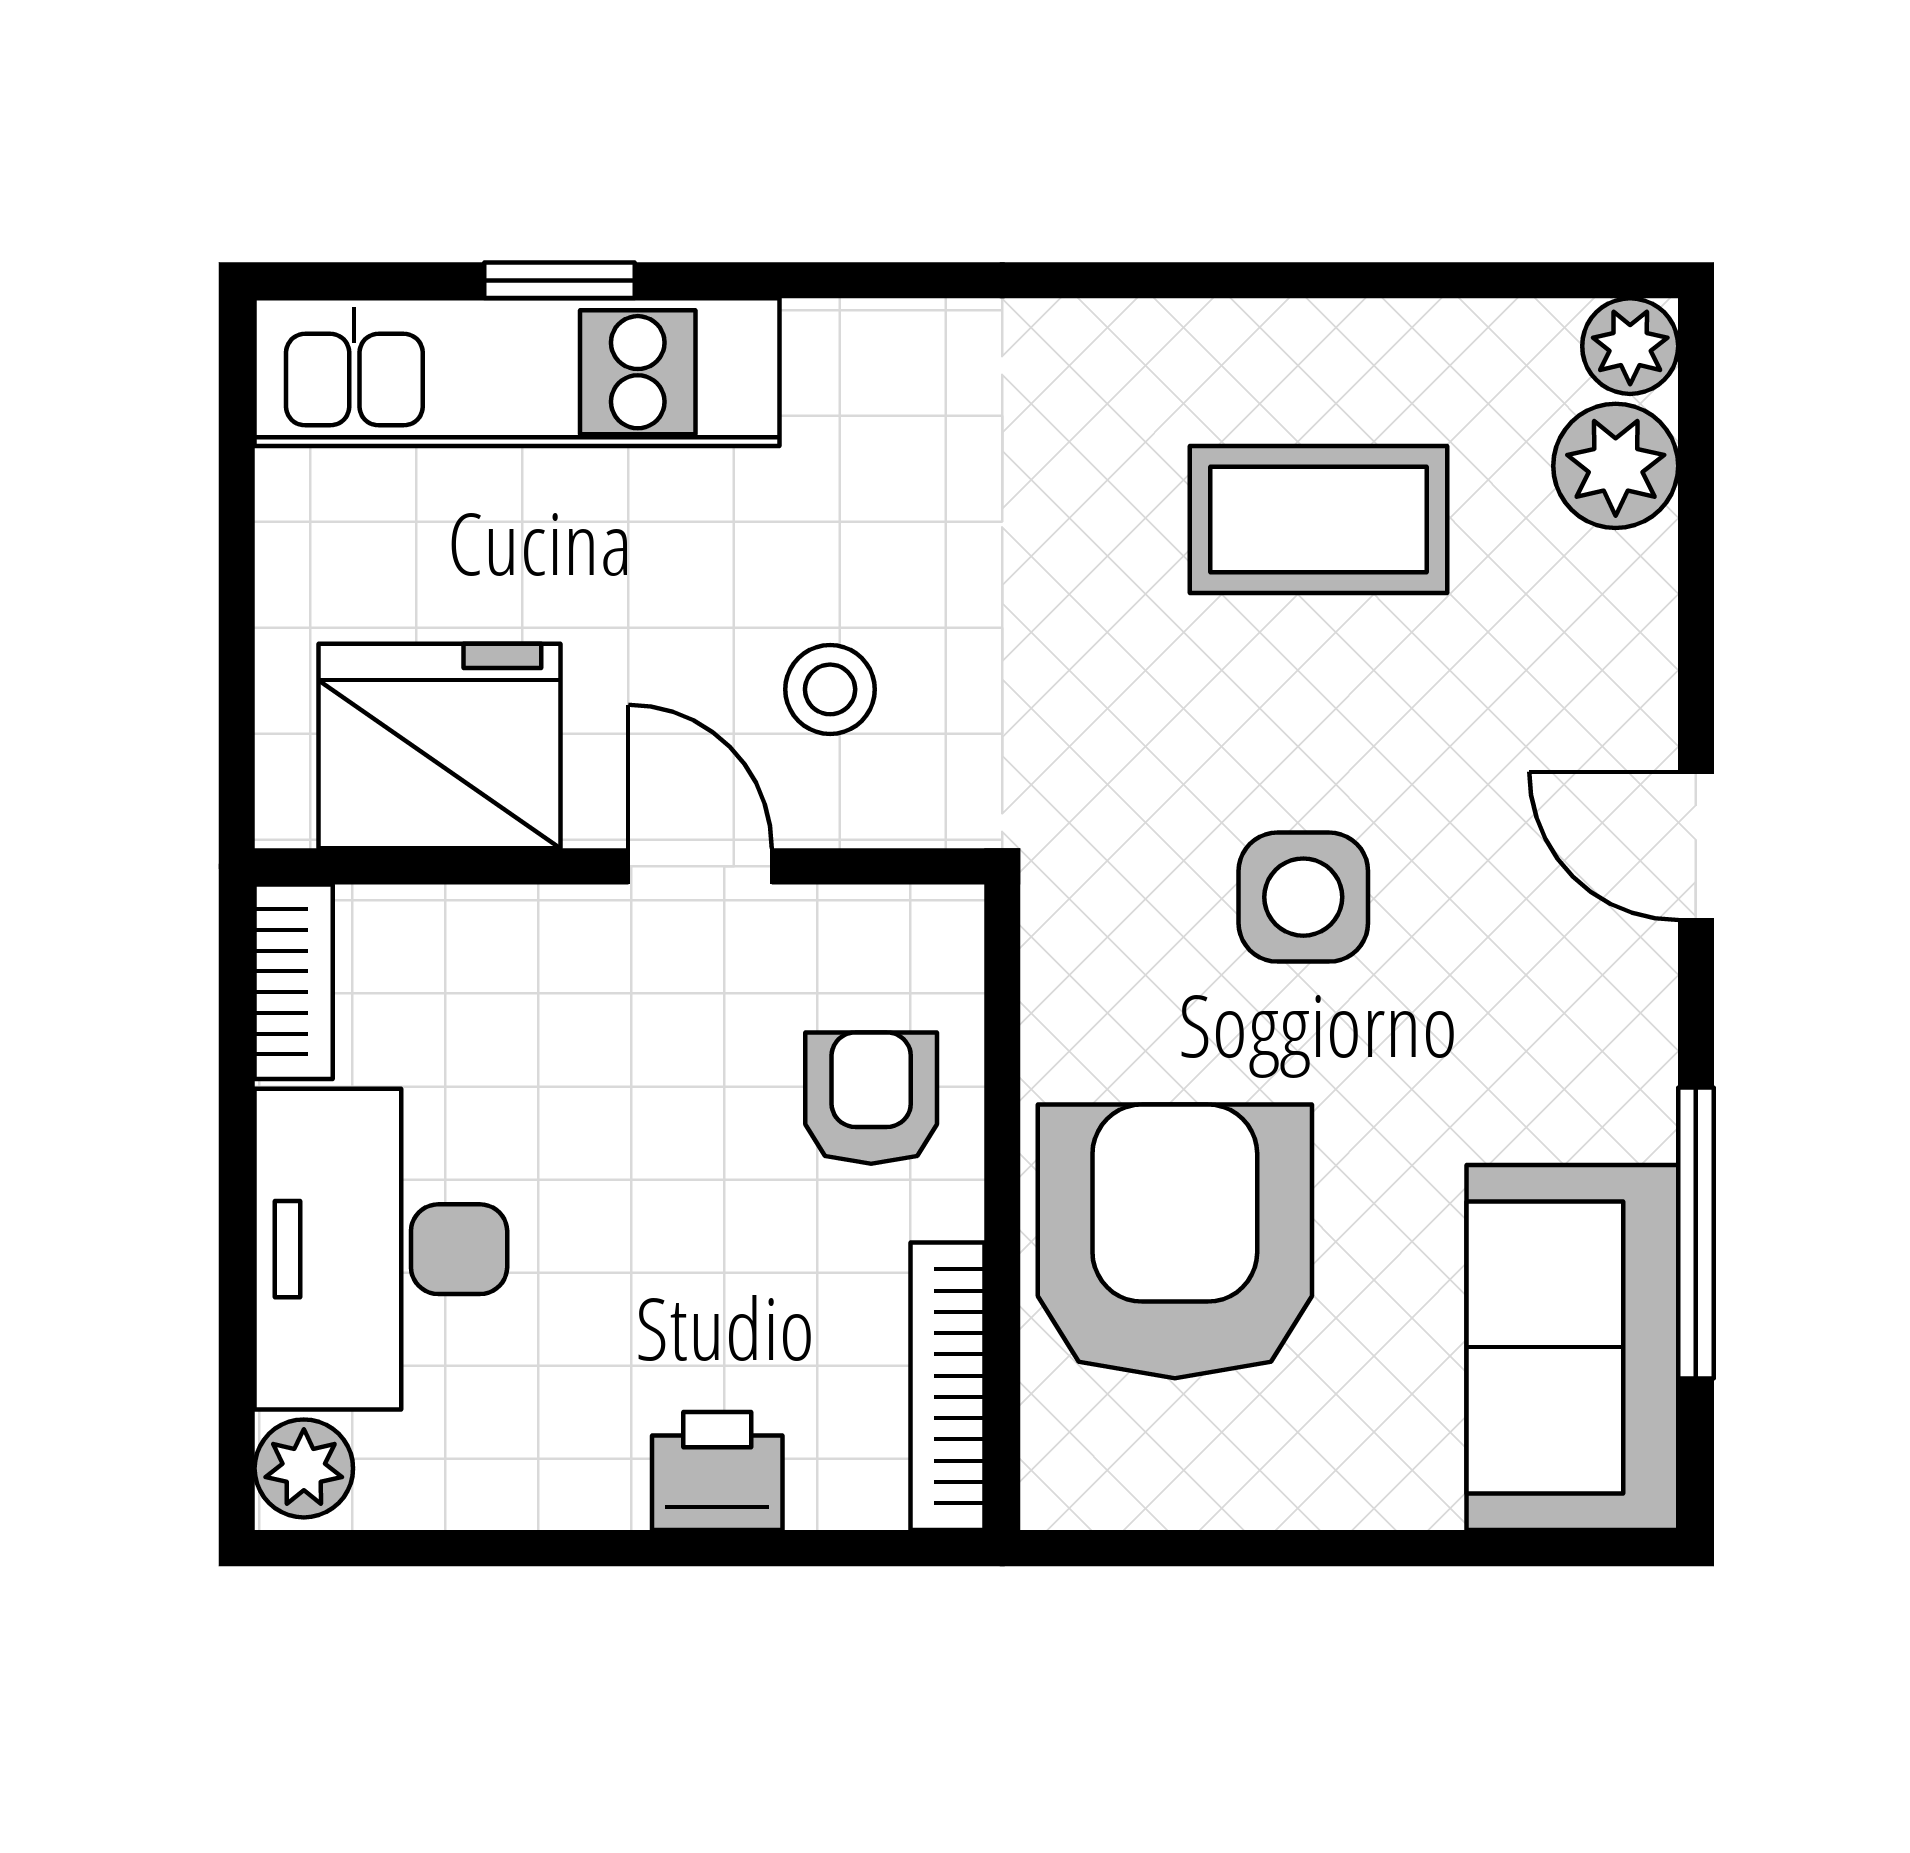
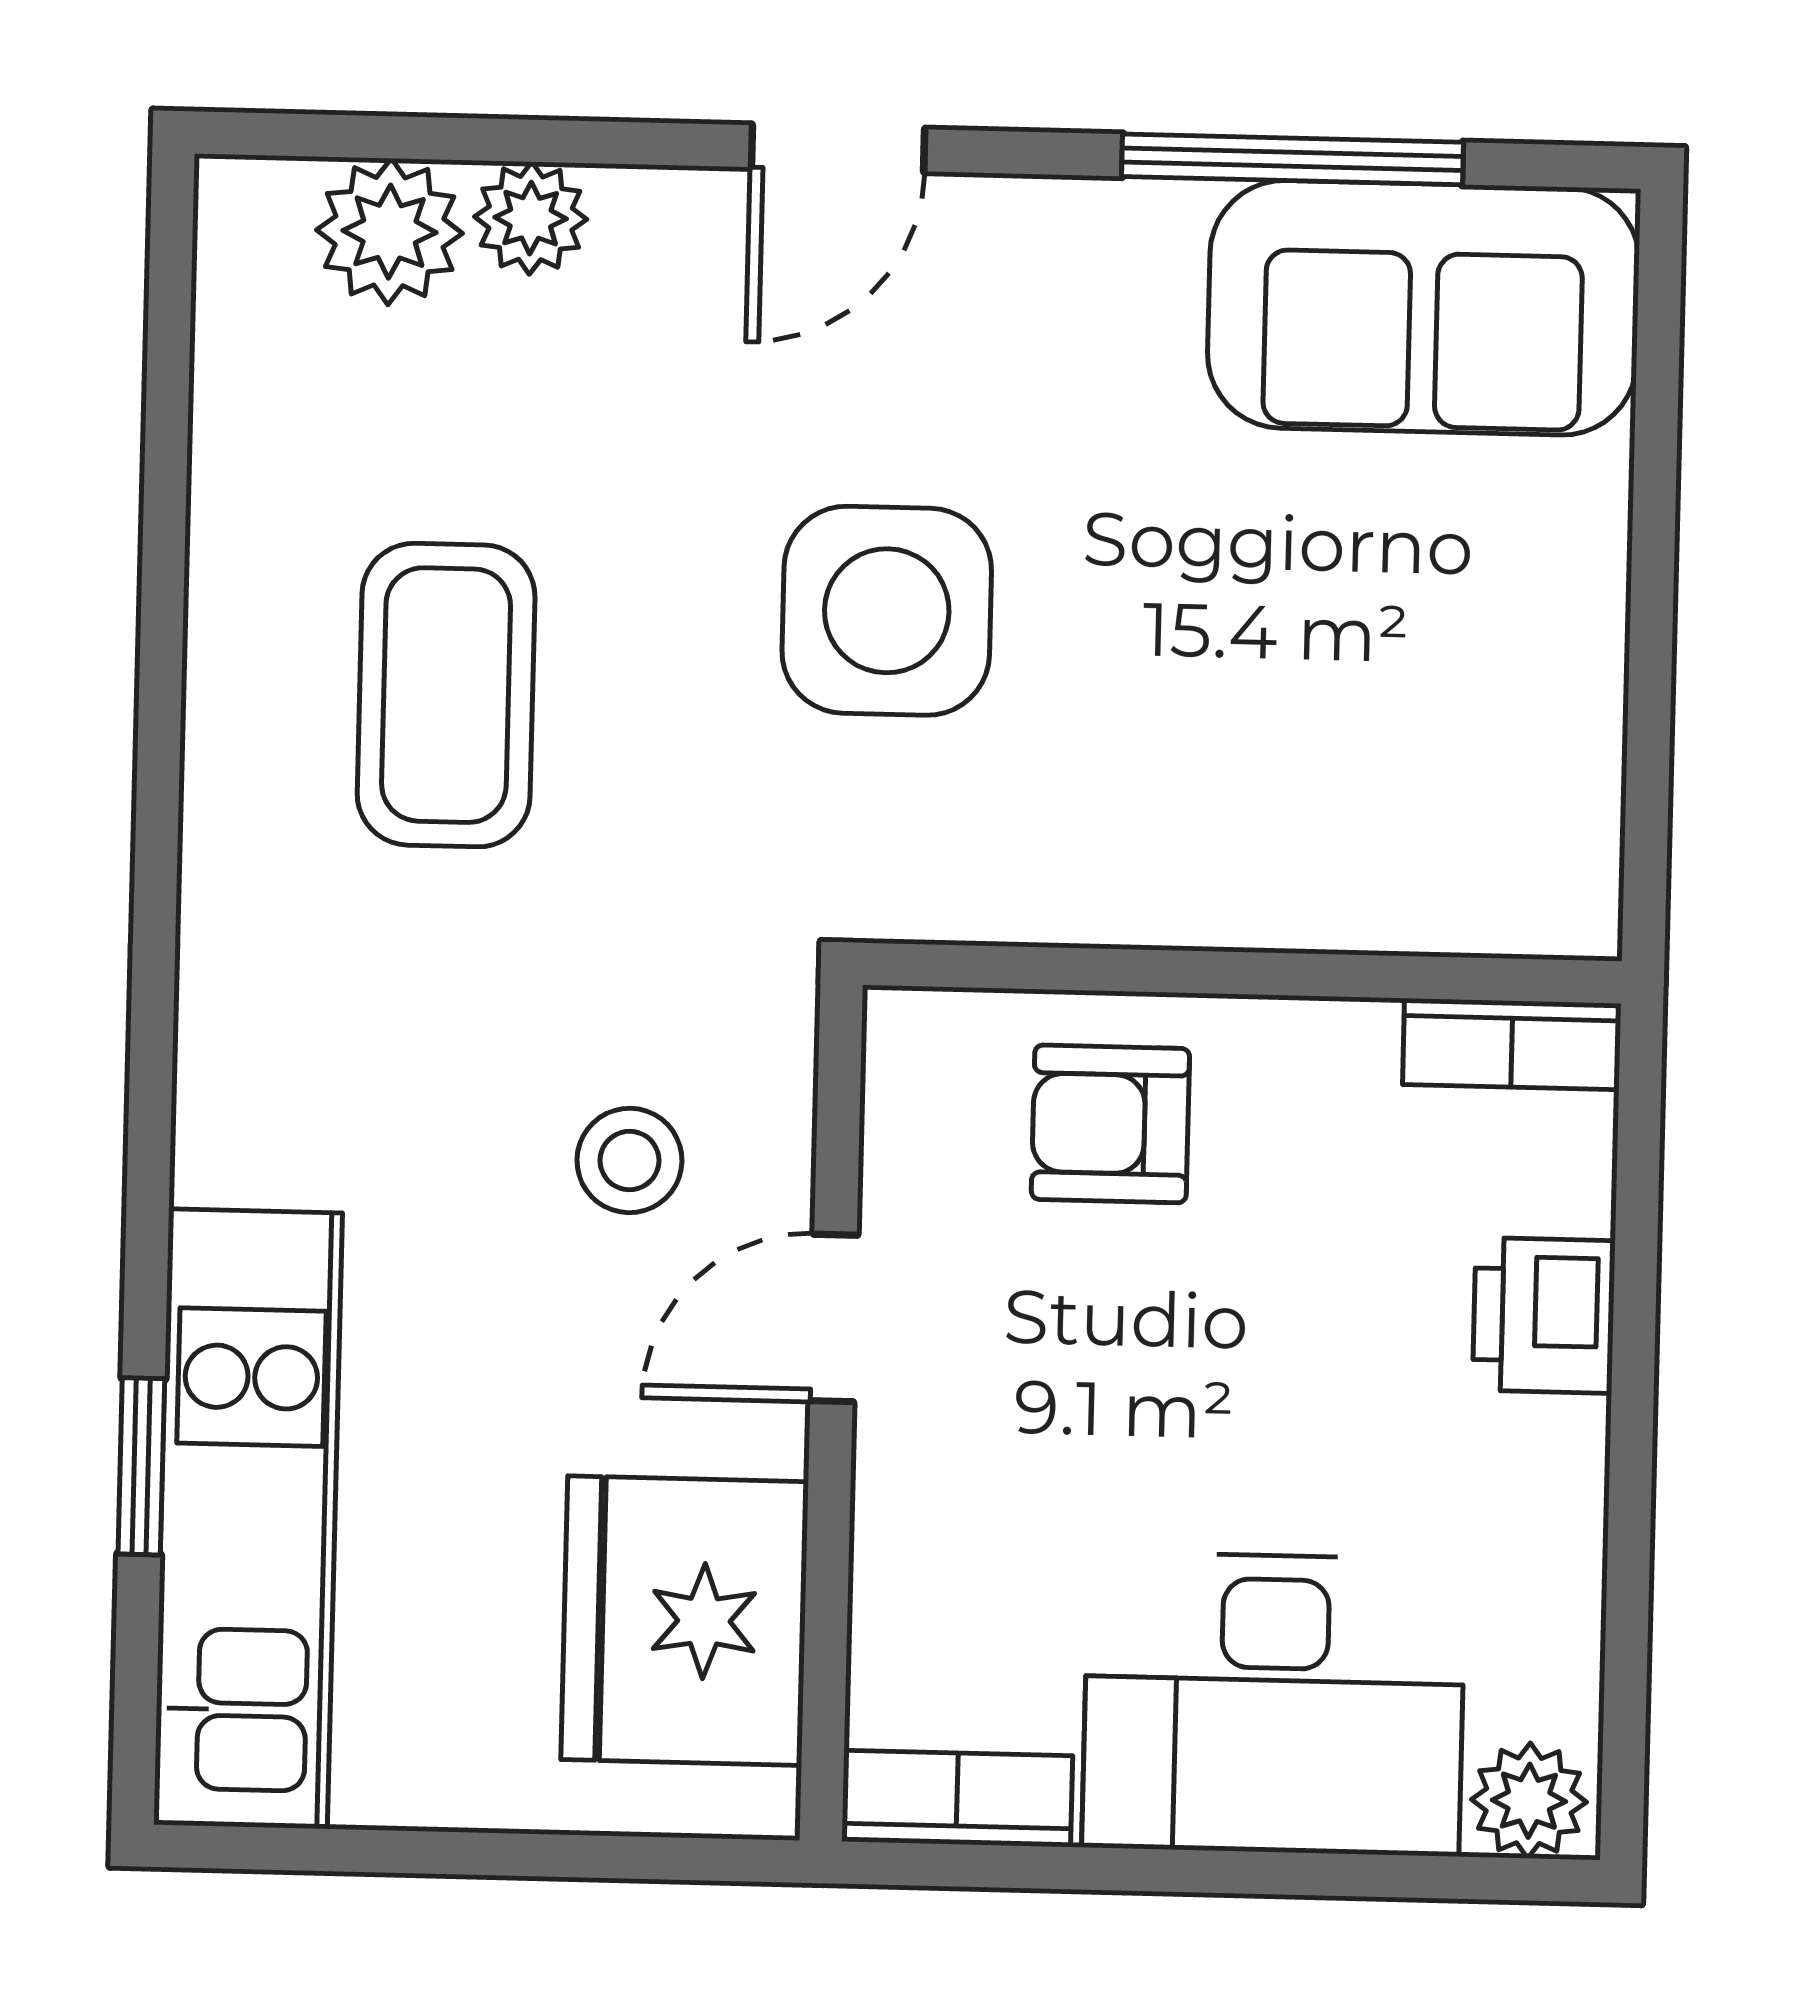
plant: (1630, 346) -> (531, 218), moved
coffee table: (1318, 520) -> (446, 695), moved
side table: (1303, 897) -> (887, 611), width x1.37, depth x1.37
armchair: (1175, 1241) -> (1287, 771), removed
bookcase: (947, 1386) -> (1512, 1044), width x0.64

